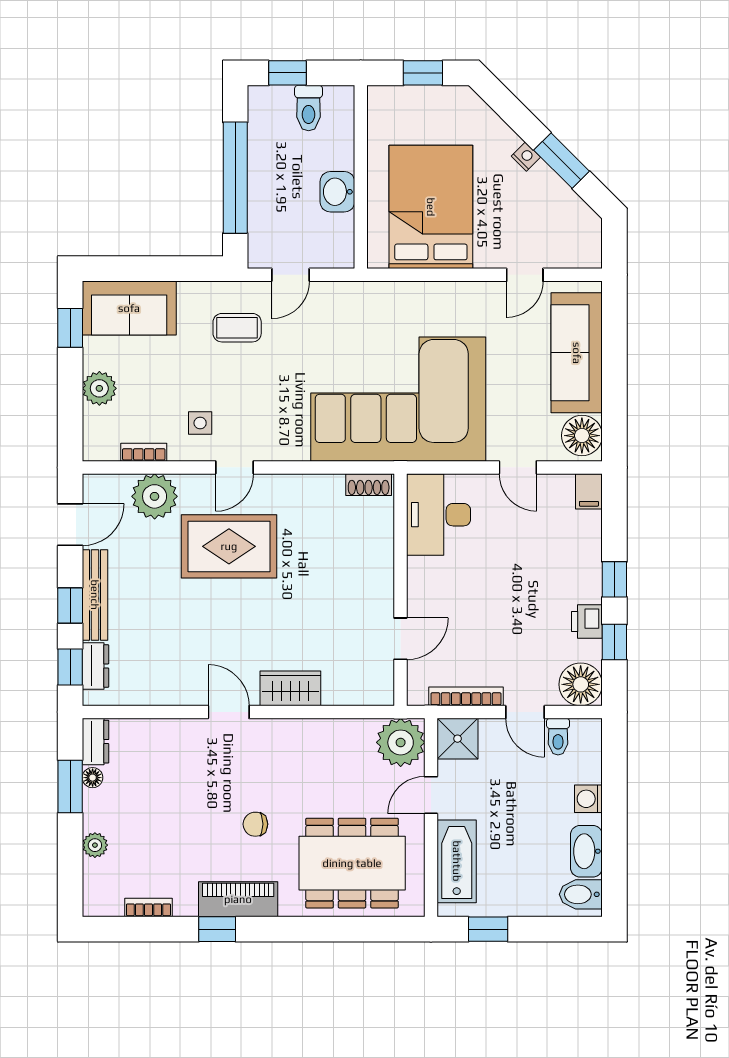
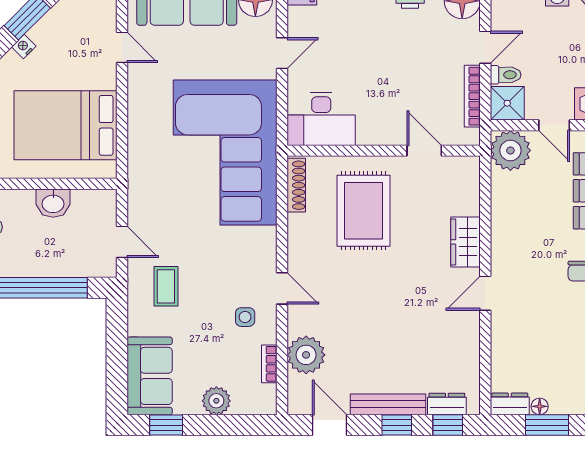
shoe rack: (369, 485) -> (296, 185), width x1.43
rug: (229, 546) -> (363, 211), moved
toilet: (558, 737) -> (506, 75), moved

